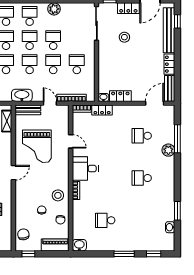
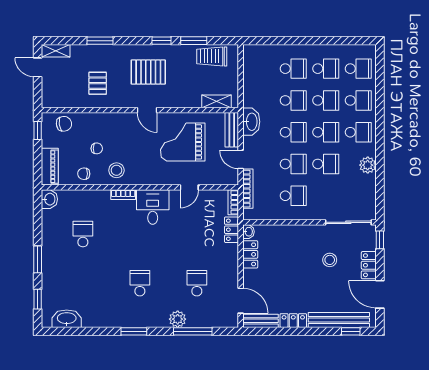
door: (50, 103) -> (241, 159), swing flipped
window: (177, 211) -> (134, 331), moved
washbasin: (170, 227) -> (67, 319), width x1.91, depth x1.45

